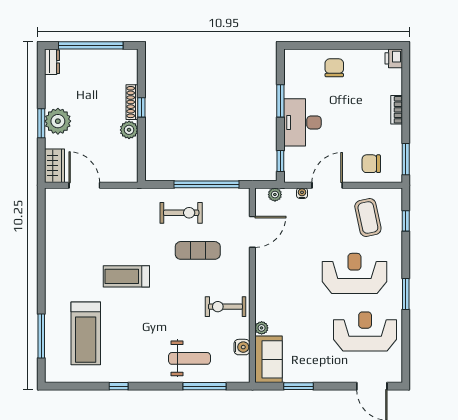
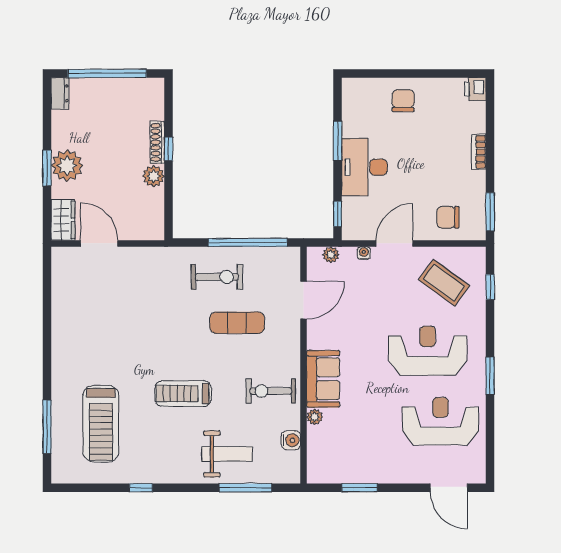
coffee table: (368, 218) -> (444, 283), turned -42
treadmill: (126, 276) -> (183, 394), moved
sofa: (269, 359) -> (323, 379), moved

